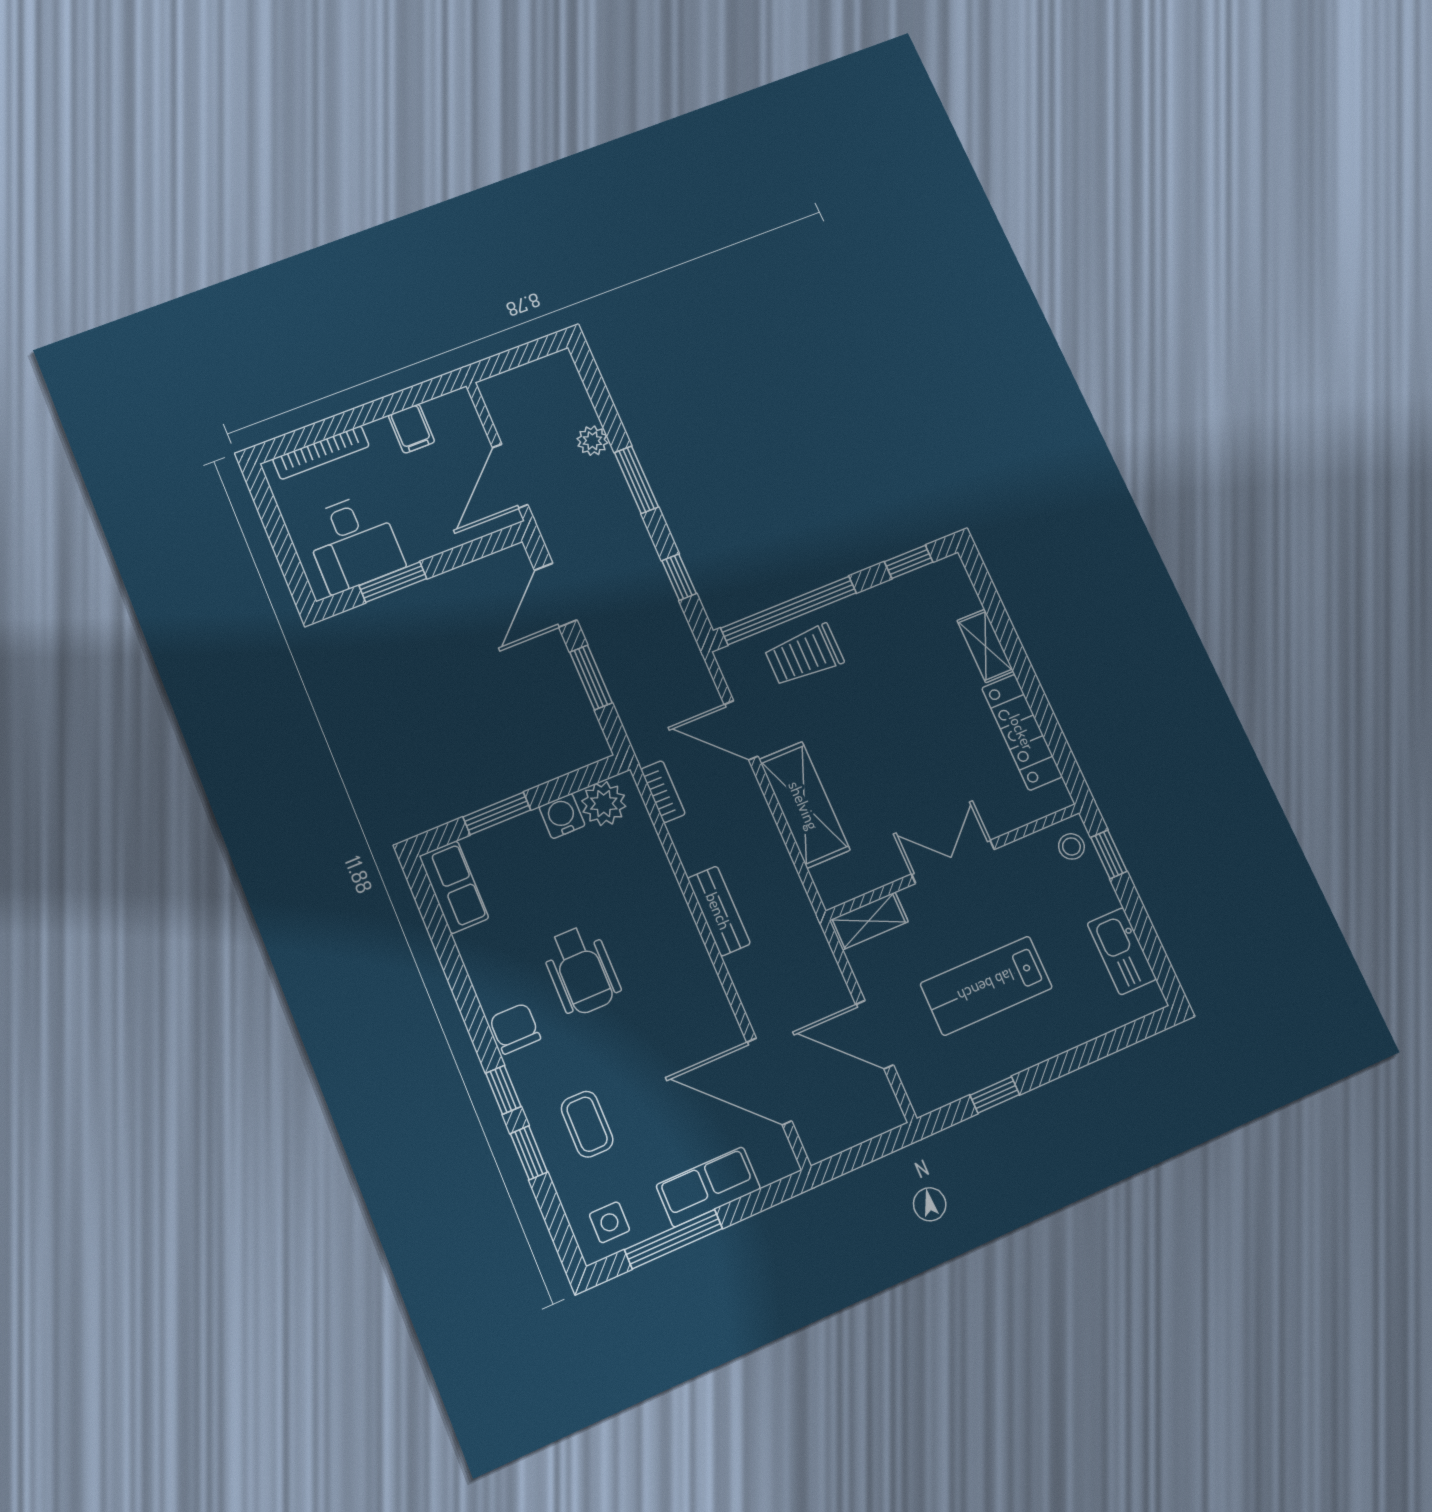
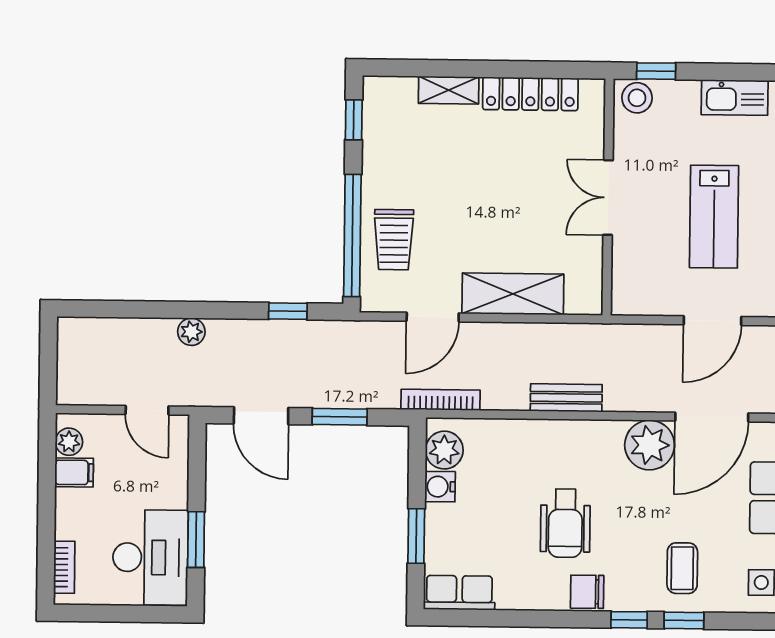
plant: (442, 411) -> (69, 442), added
plant: (592, 441) -> (191, 332), moved
bookcase: (321, 453) -> (64, 567), width x0.64
door: (510, 476) -> (147, 410), width x0.73
window: (636, 480) -> (193, 310), removed
desk: (353, 543) -> (150, 557), width x1.37
bookcase: (663, 792) -> (441, 400), width x1.56
stool: (1071, 846) -> (637, 98), width x1.37, depth x1.37
shelving: (869, 921) -> (625, 285), removed
wheelchair: (581, 970) -> (565, 523), turned 90
plant: (708, 1026) -> (650, 445), added
coffee table: (587, 1124) -> (682, 568), turned 90

